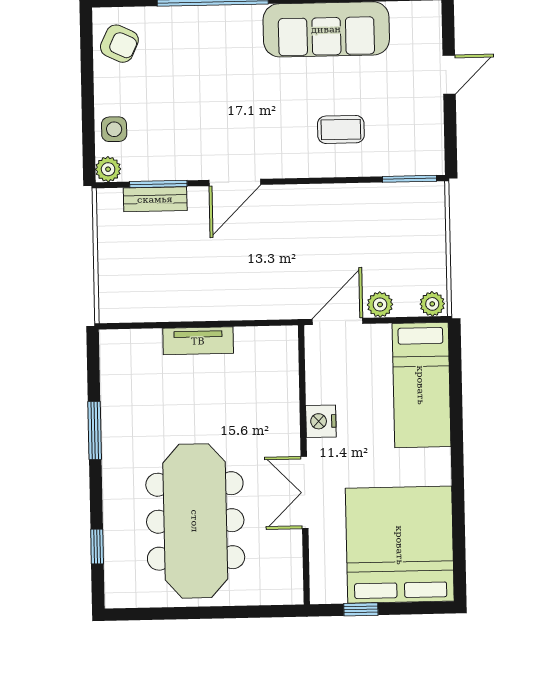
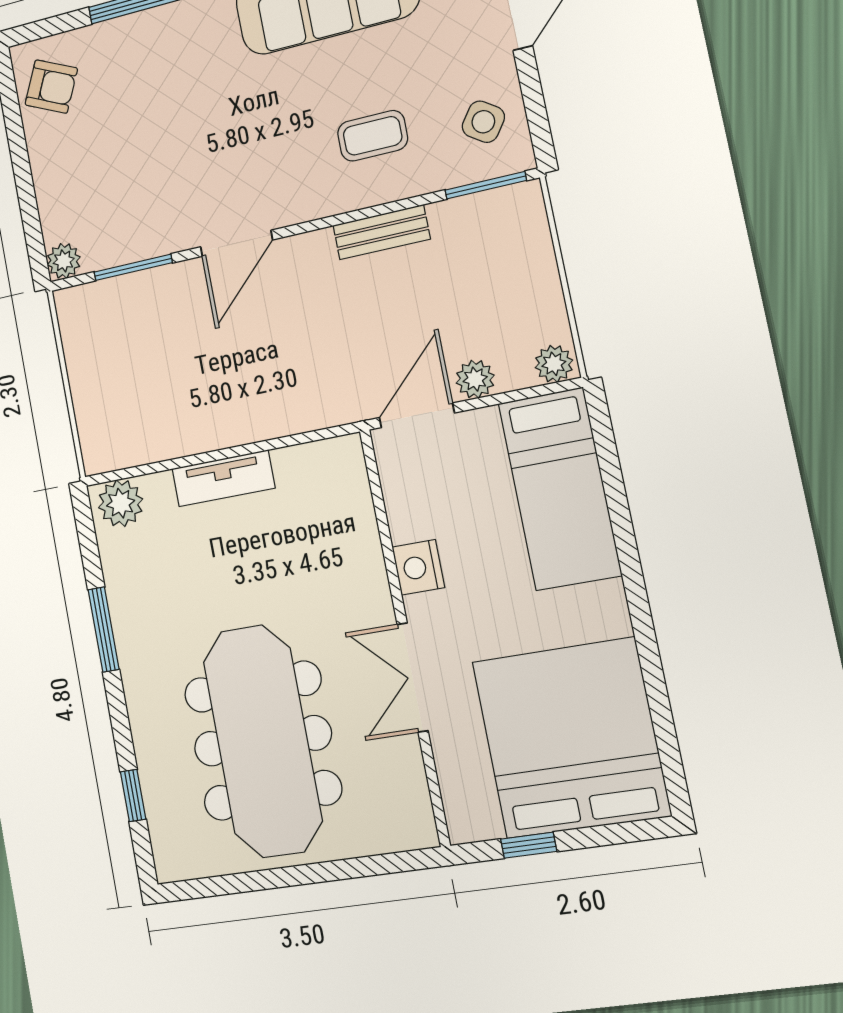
side table: (114, 129) -> (483, 122), moved, turned 35
bench: (155, 199) -> (381, 232), moved
plant: (122, 346) -> (121, 503), added

